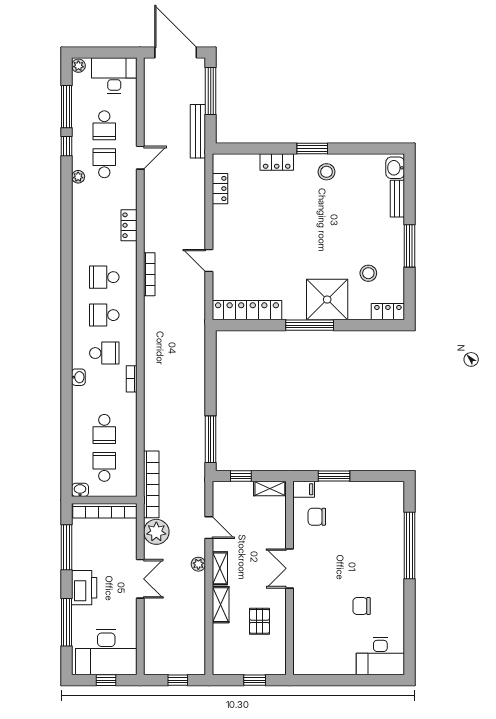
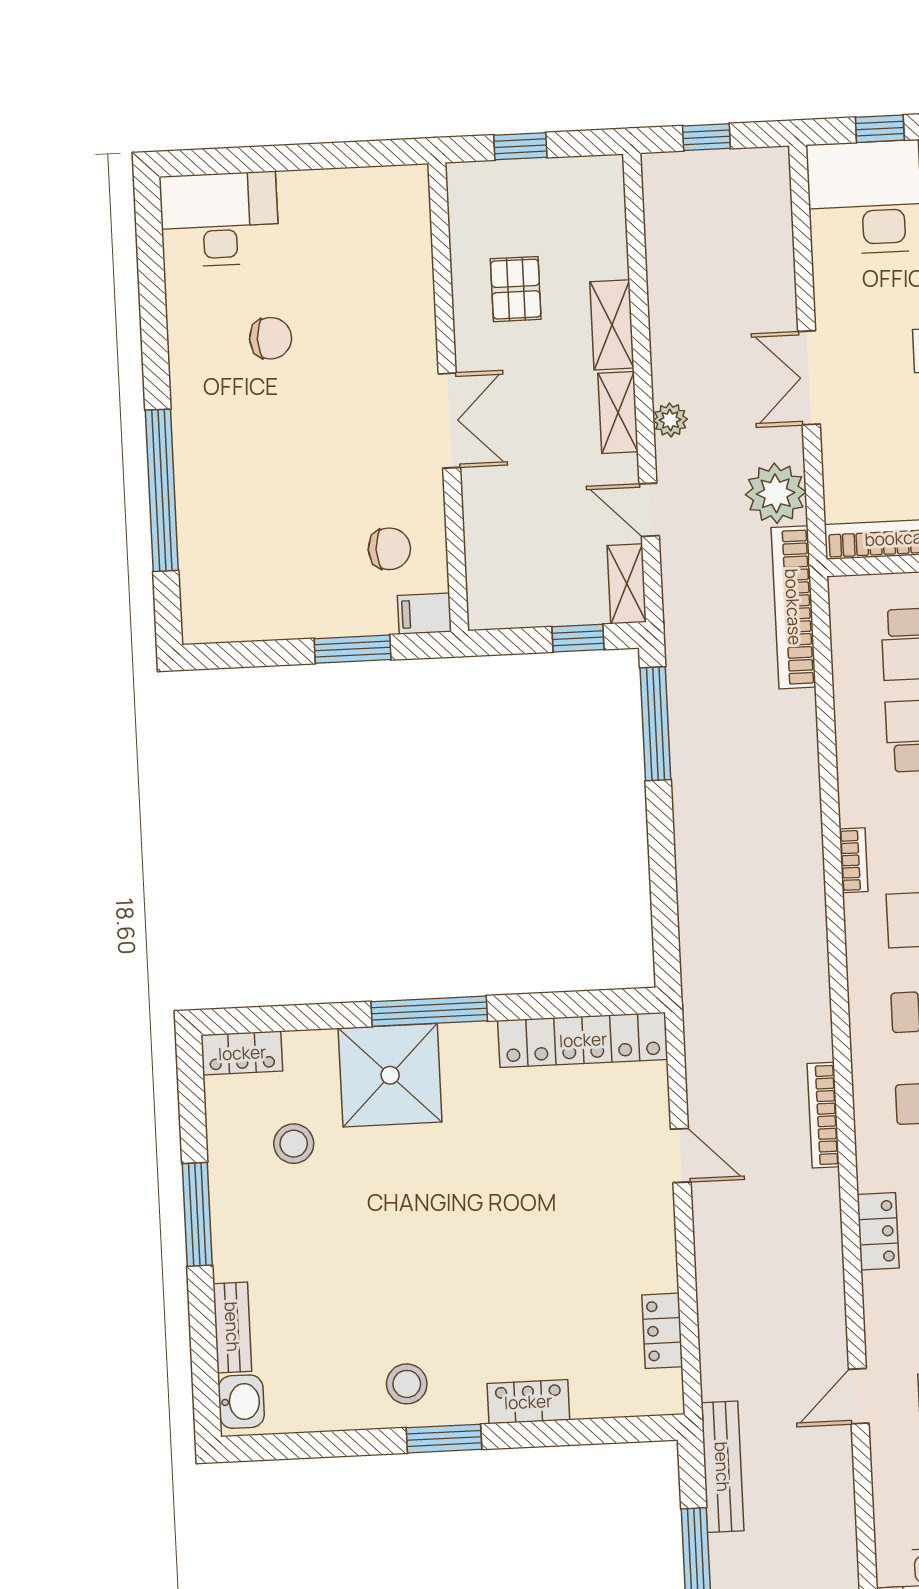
shelving: (270, 488) -> (627, 584), moved, turned 90

